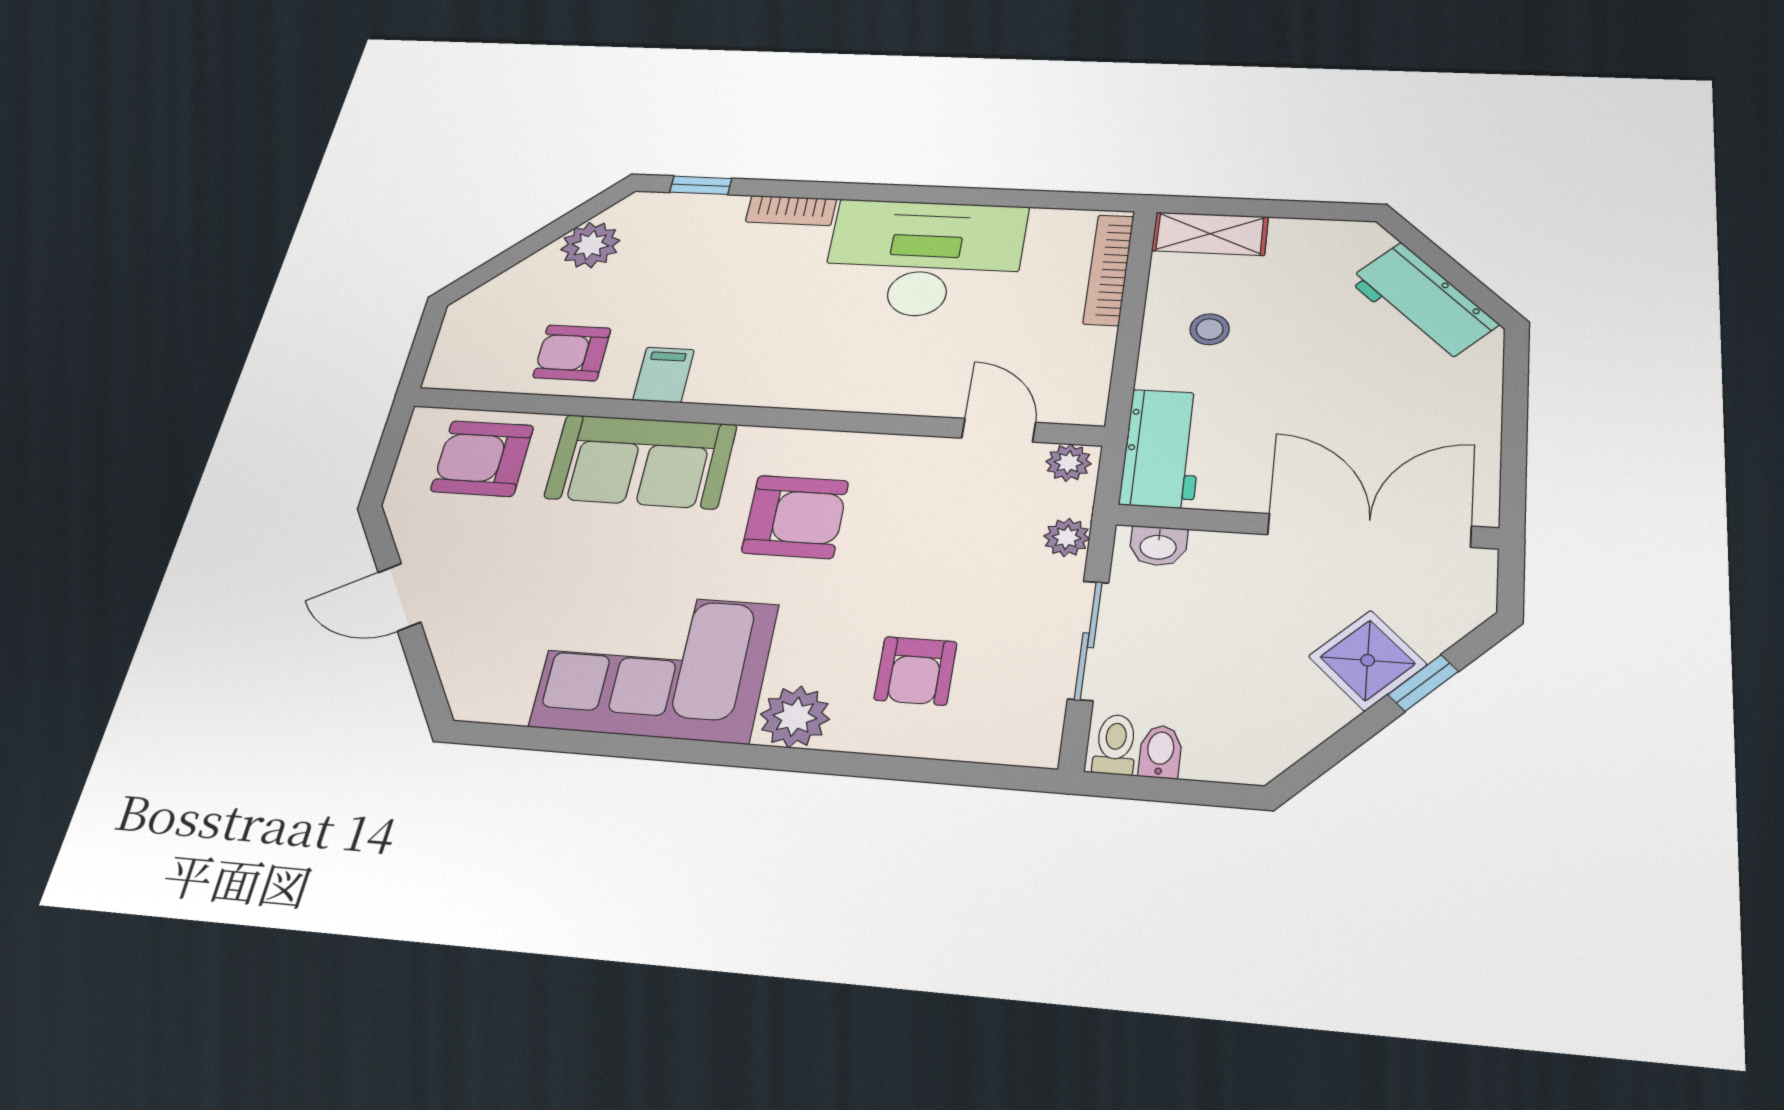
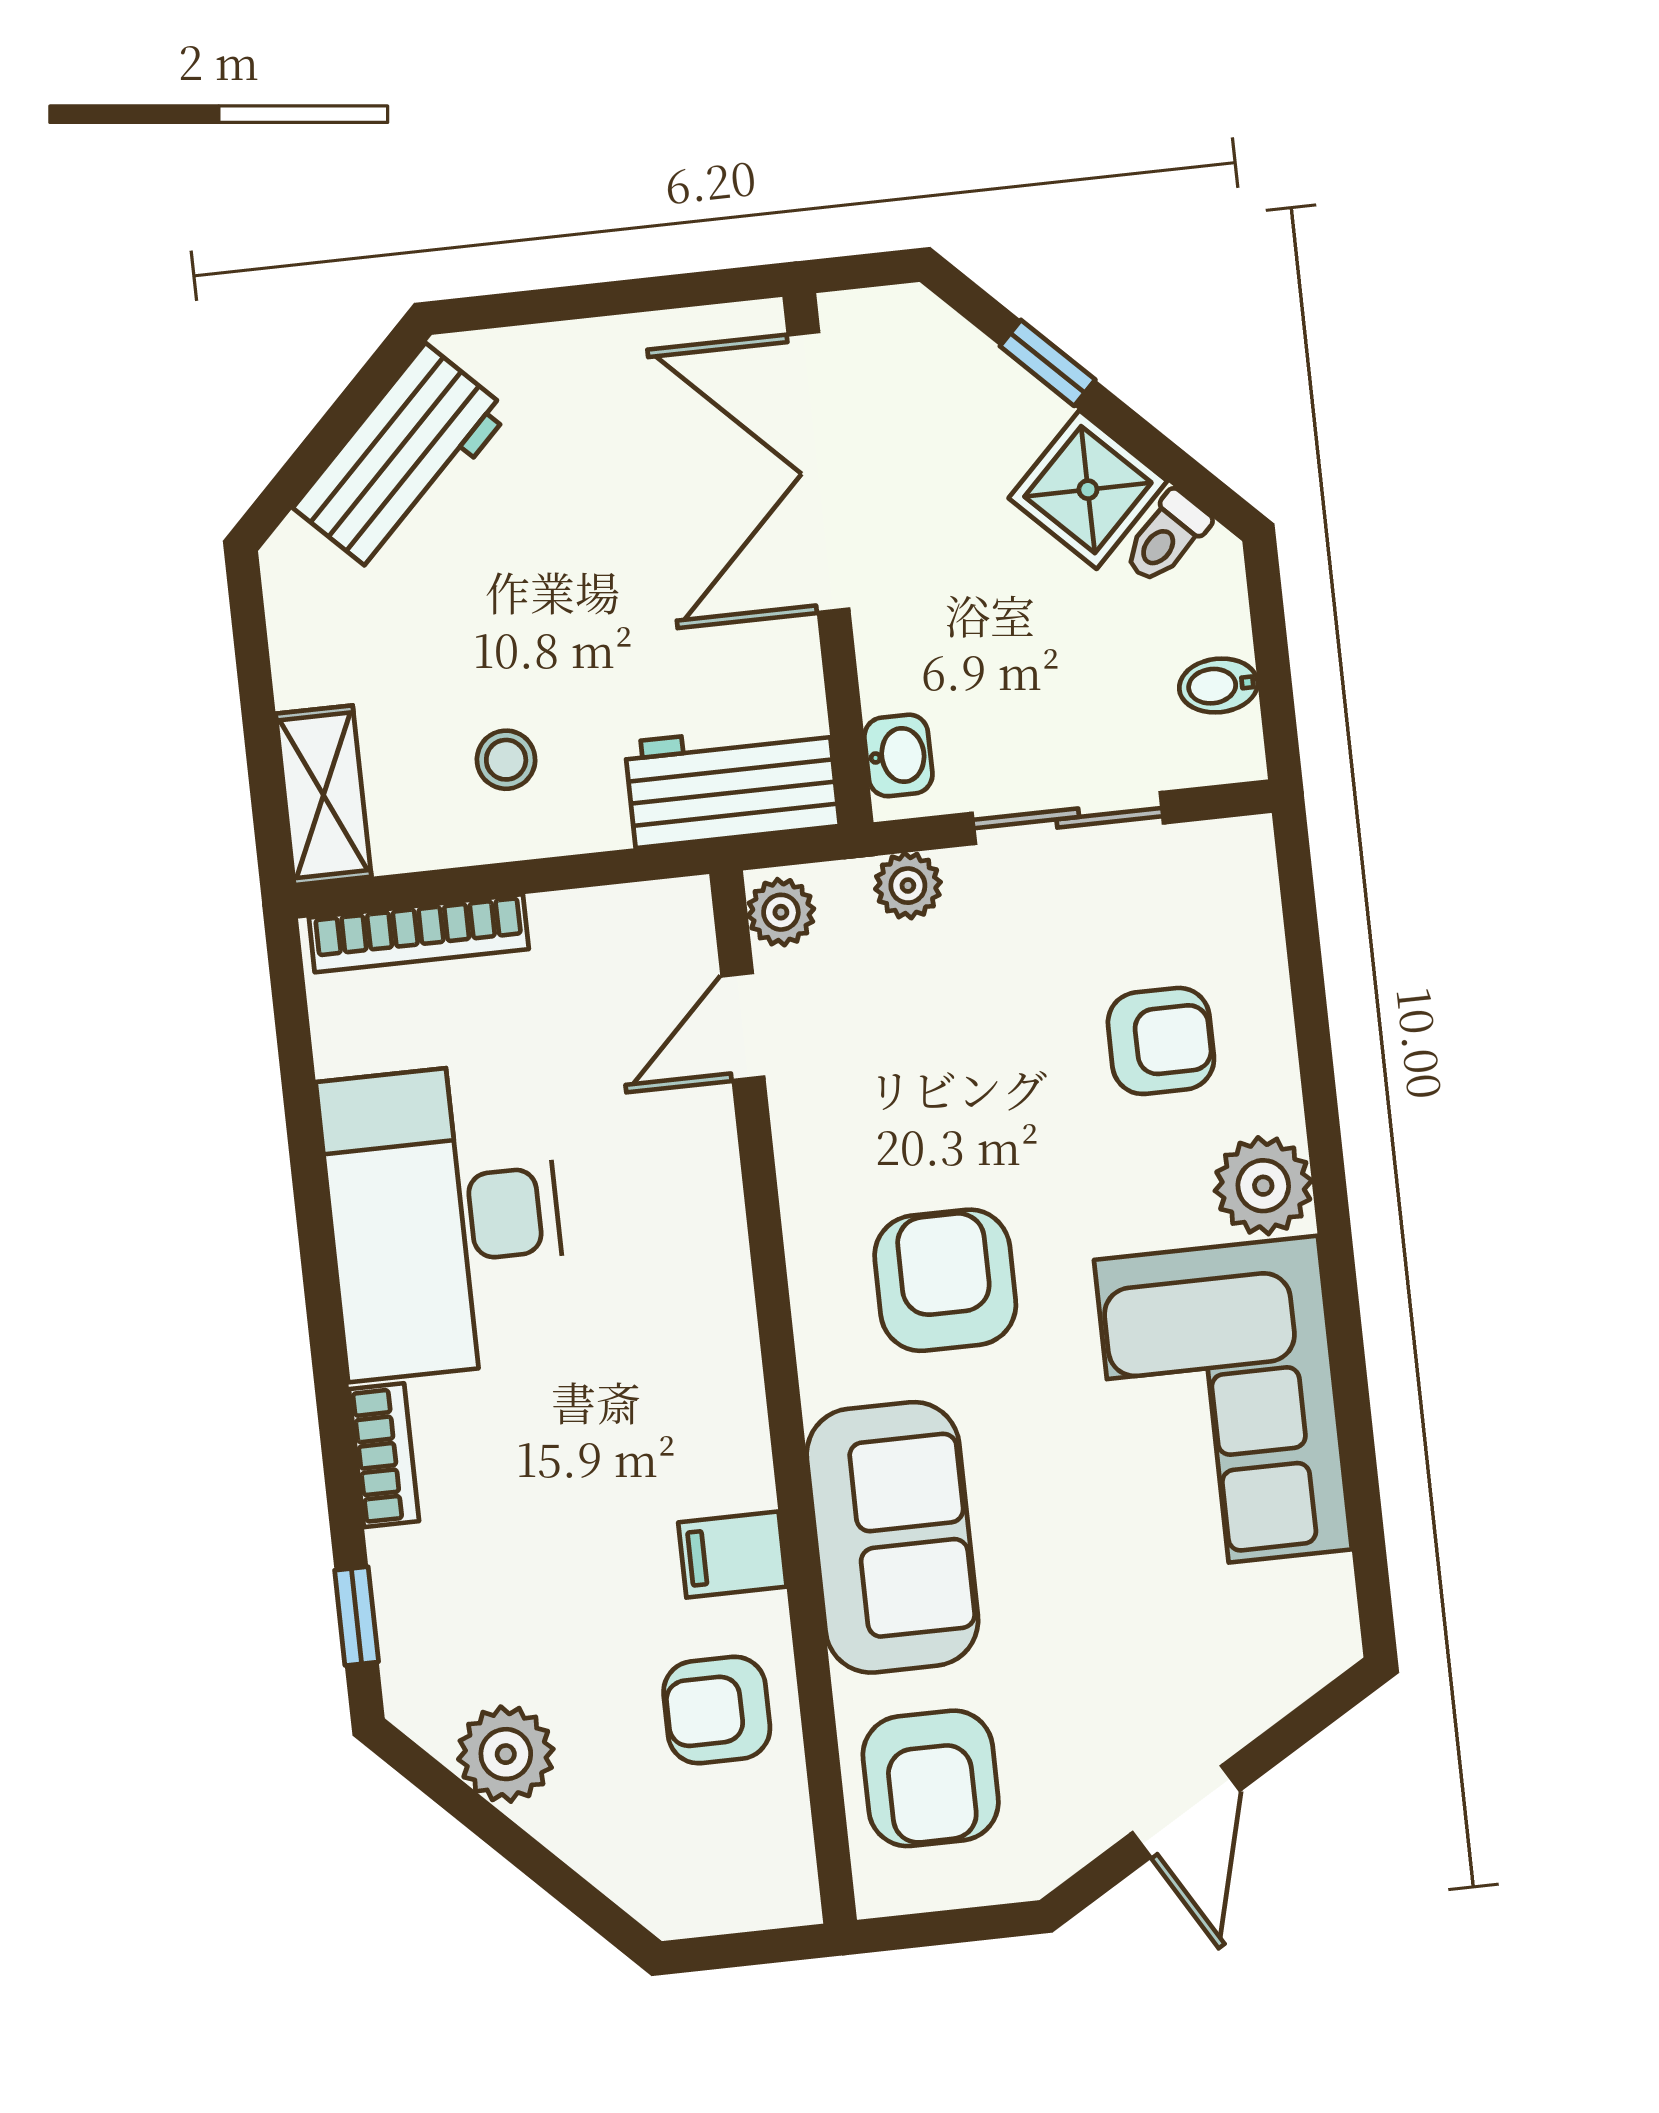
armchair: (572, 353) -> (717, 1710), turned 90
shower: (1368, 660) -> (1088, 490), moved
toilet: (1115, 745) -> (1166, 537), moved, turned -45

